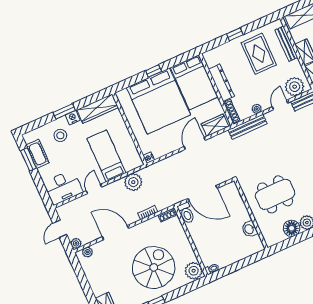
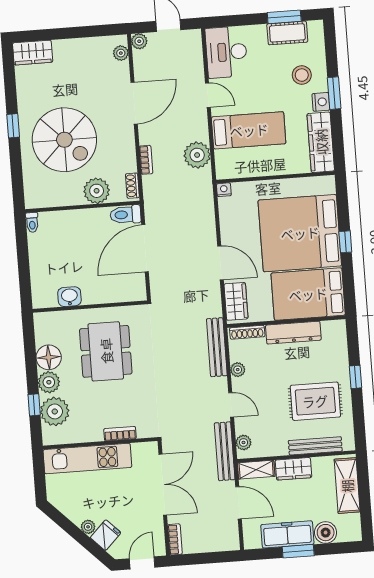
plant: (295, 87) -> (244, 442), width x0.53, depth x0.53
plant: (194, 271) -> (97, 191), moved

